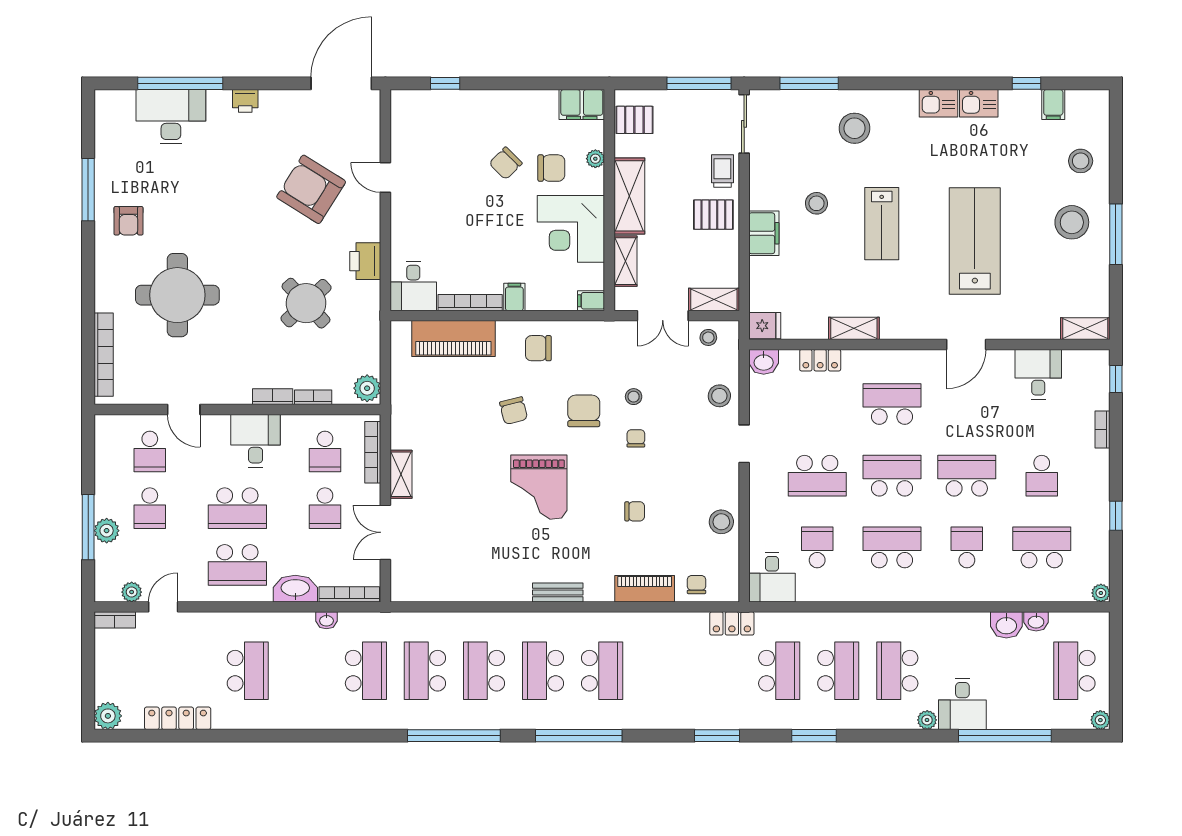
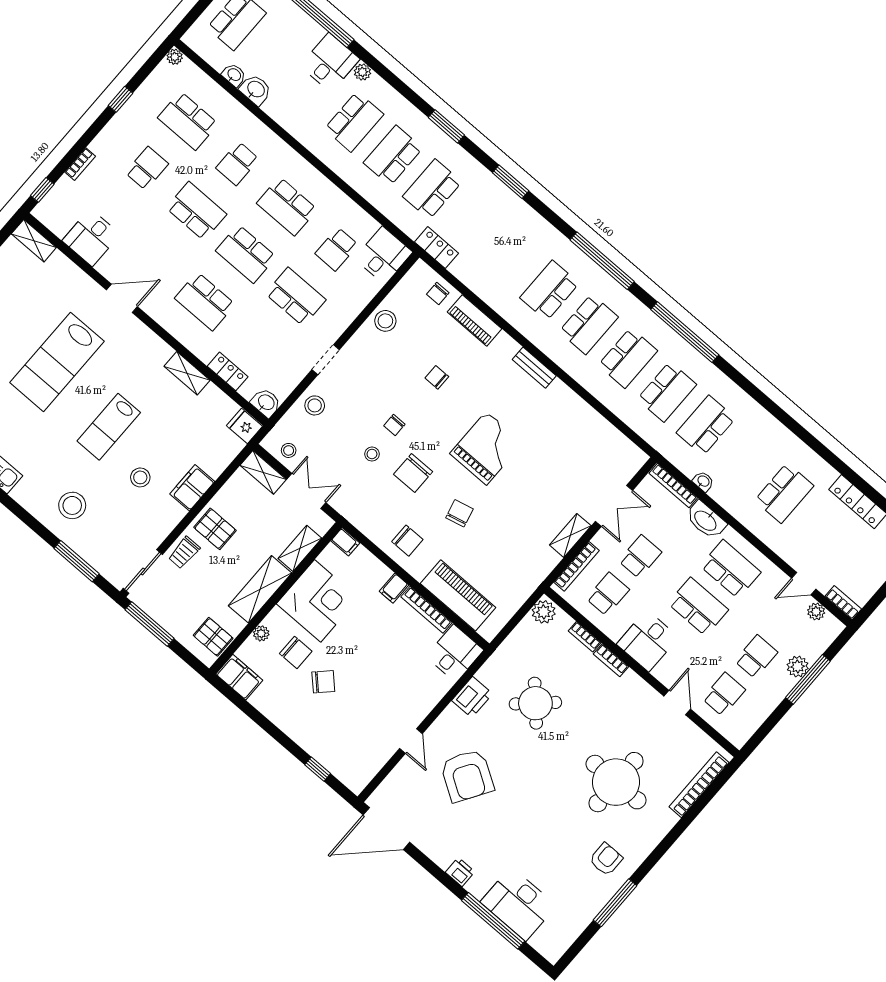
chair: (551, 168) -> (296, 652), turned 180
lab bench: (882, 224) -> (109, 427), turned 180
school desk: (967, 476) -> (196, 211), turned 180
school desk: (248, 671) -> (784, 493), turned 180

